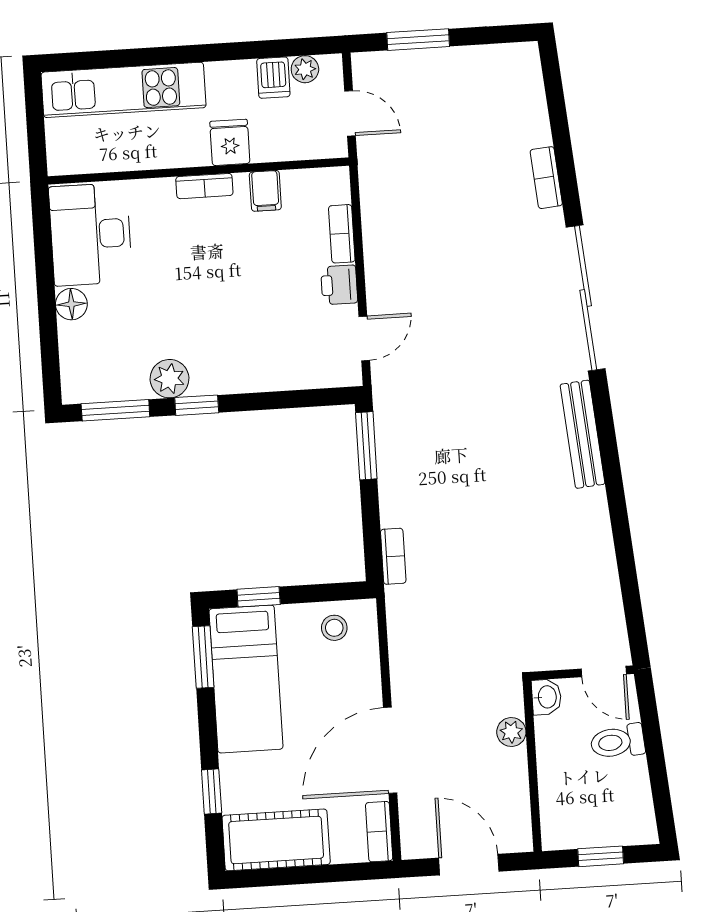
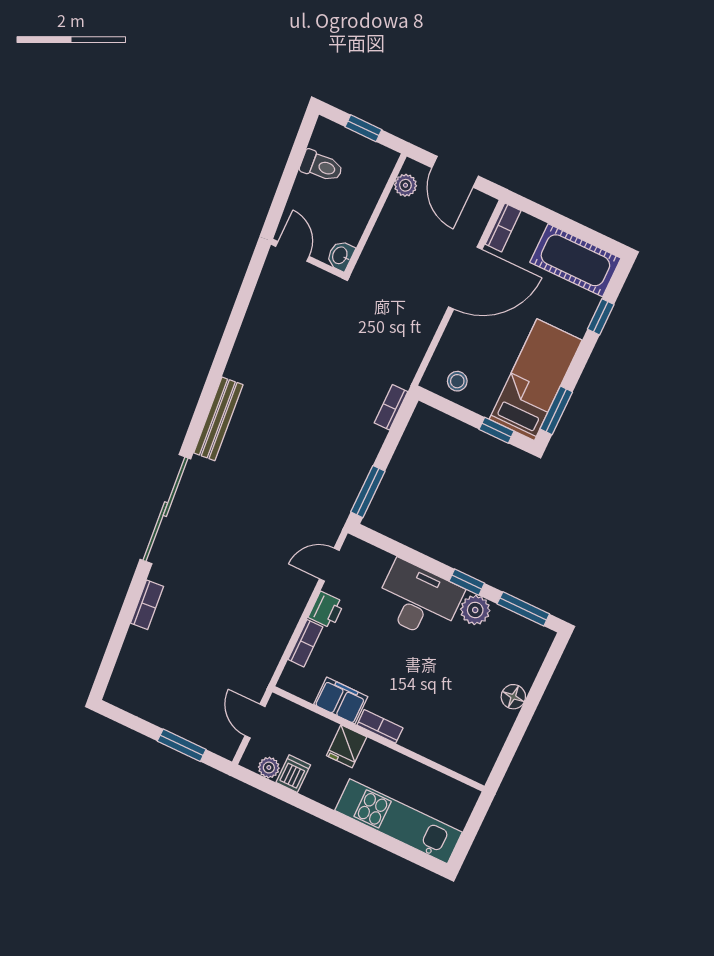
filing cabinet: (265, 191) -> (341, 701), width x2.00
desk: (90, 234) -> (419, 600), moved, turned -90
plant: (511, 732) -> (405, 185), moved
toilet: (618, 742) -> (321, 166), moved

